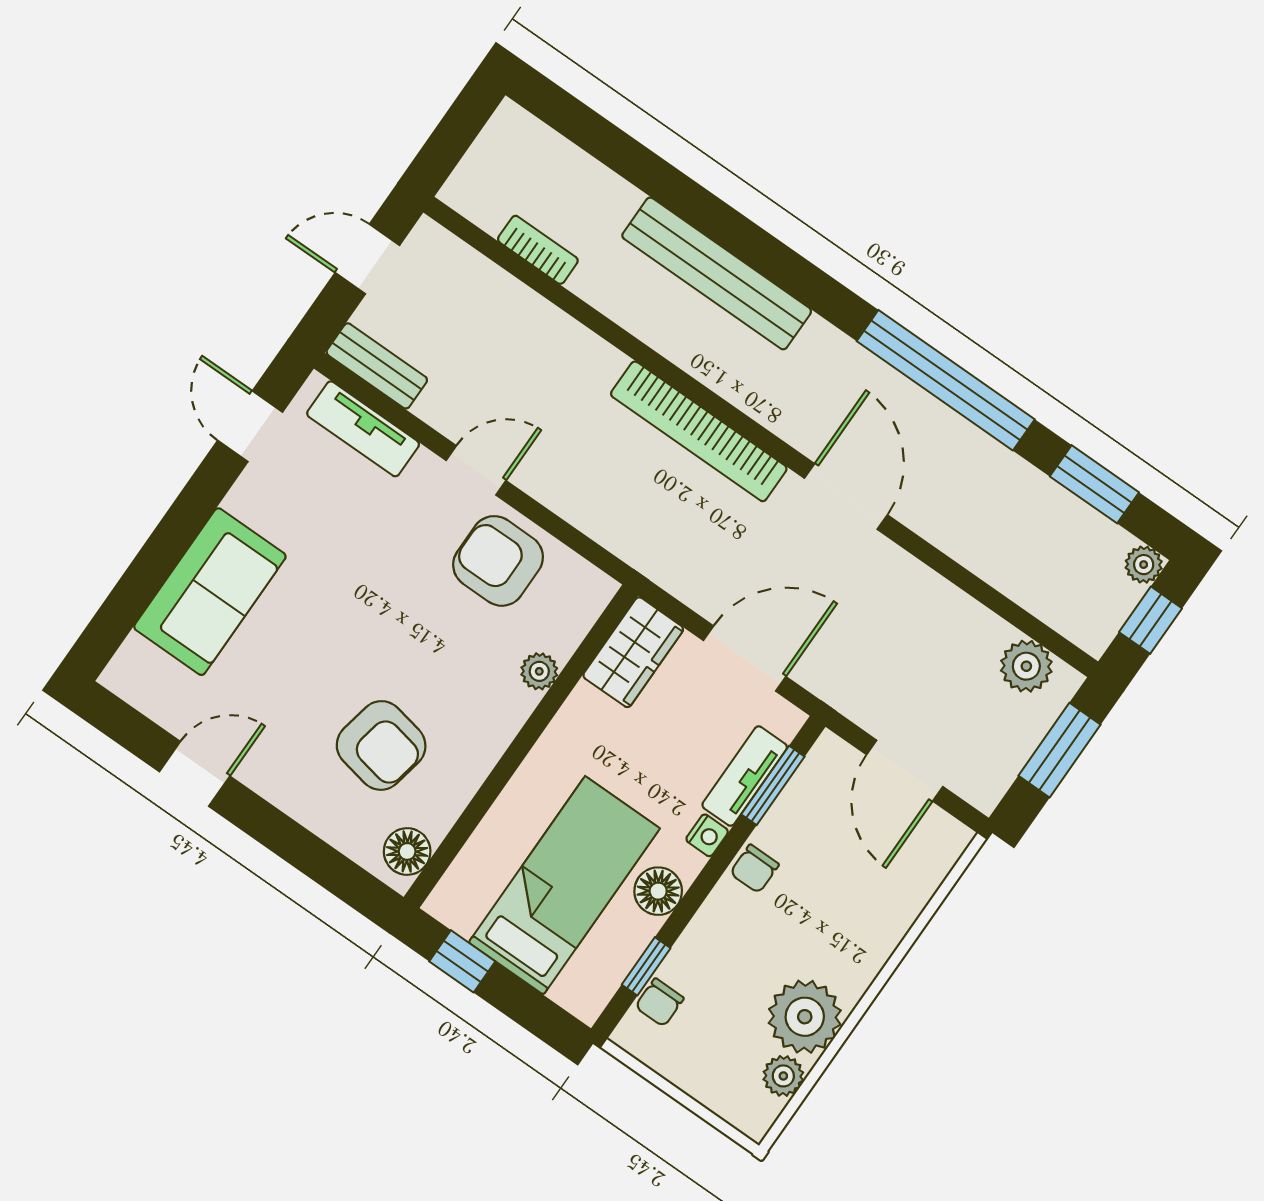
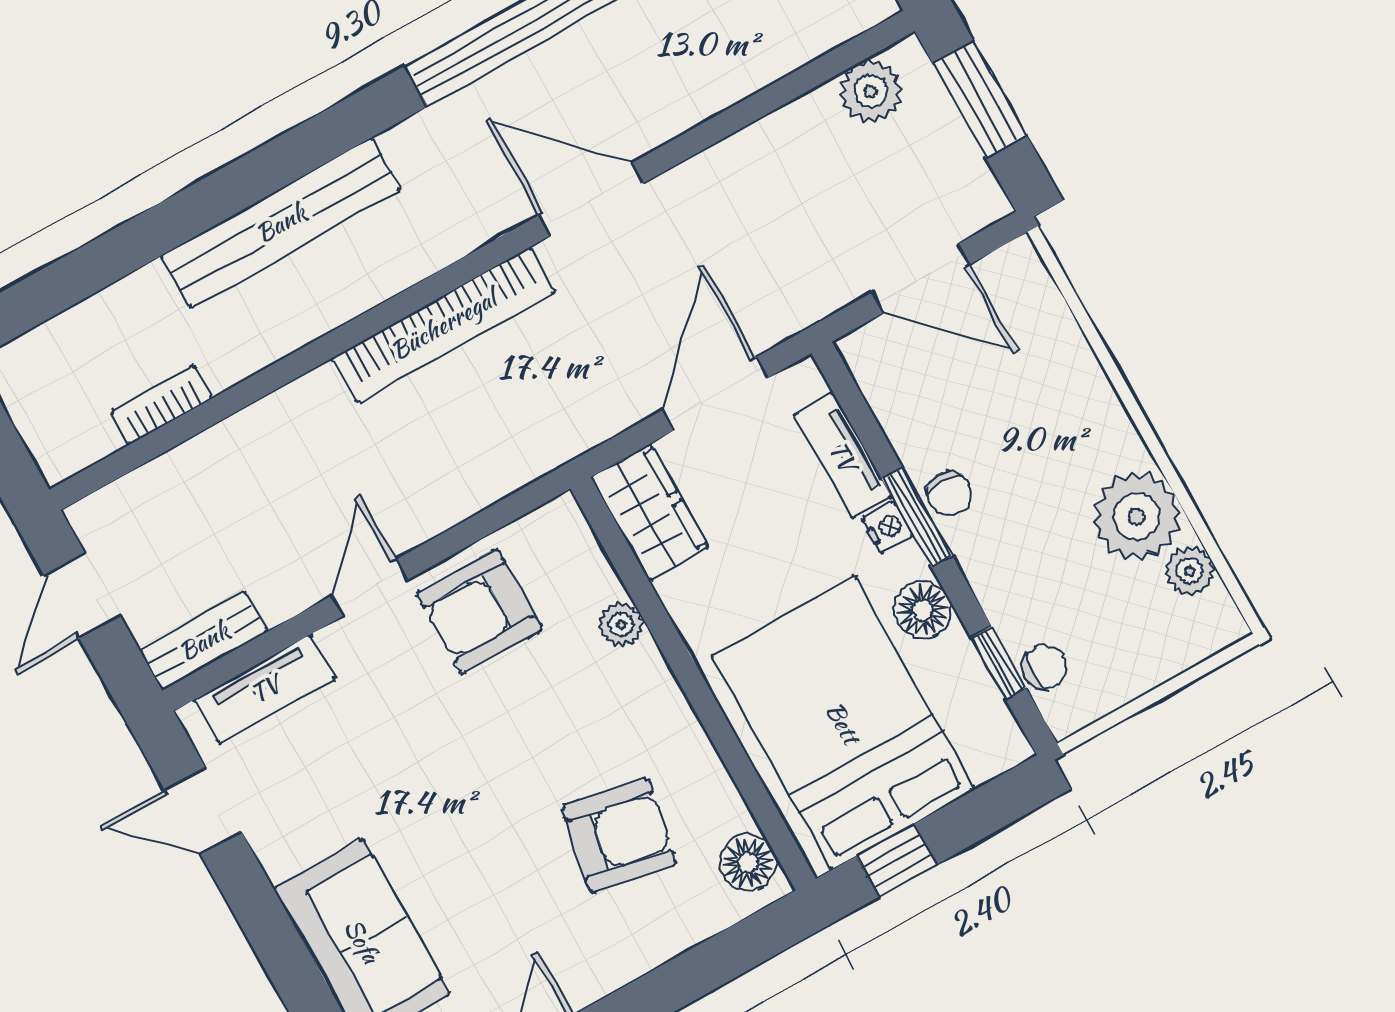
window: (773, 785) -> (917, 517), moved
bed: (564, 885) -> (843, 723), width x1.50
chair: (659, 1002) -> (1045, 667), turned -90

